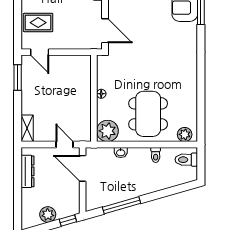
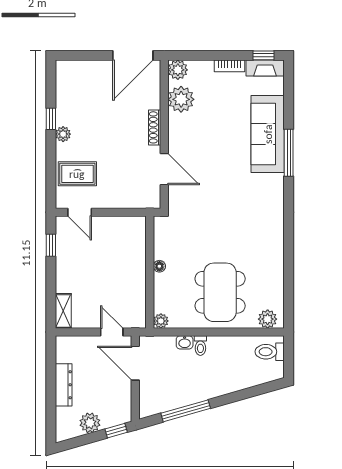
door: (105, 31) -> (164, 169), moved
window: (18, 78) -> (51, 245), width x0.67
plant: (107, 131) -> (161, 321), width x0.53, depth x0.53
toilet: (156, 155) -> (200, 346), moved
dresser: (27, 171) -> (64, 385), moved

